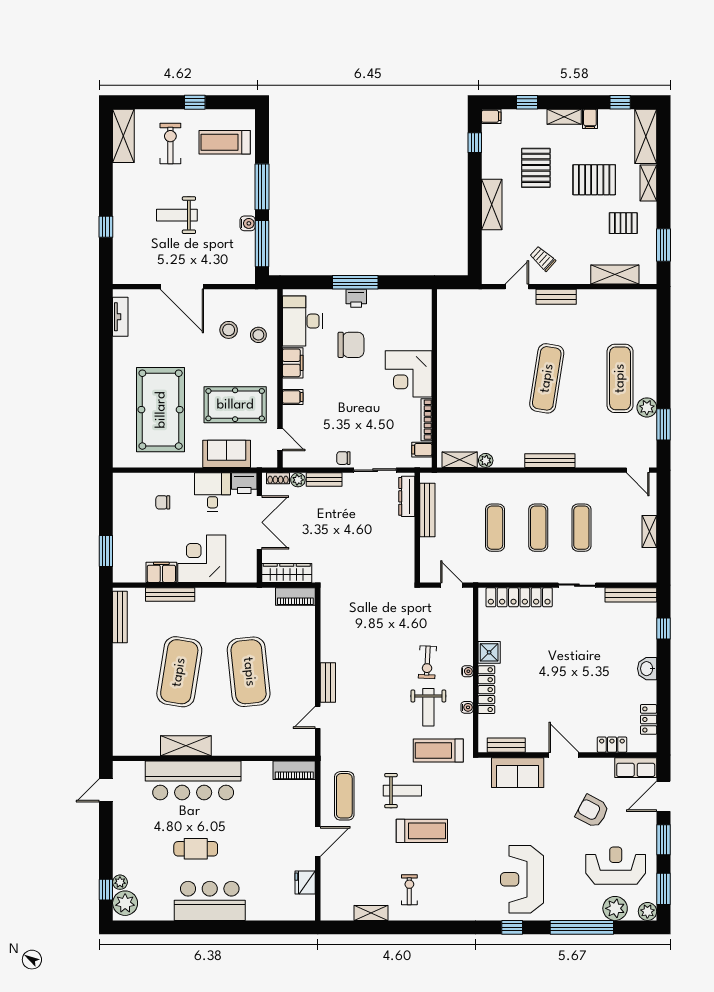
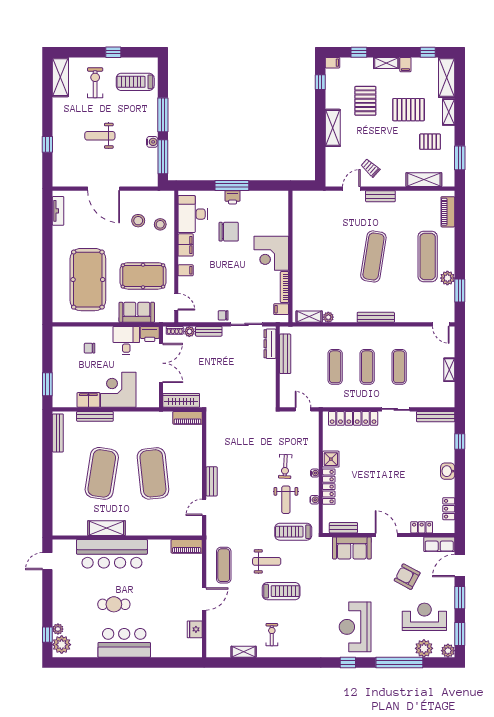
piano: (647, 318) -> (448, 212), added

